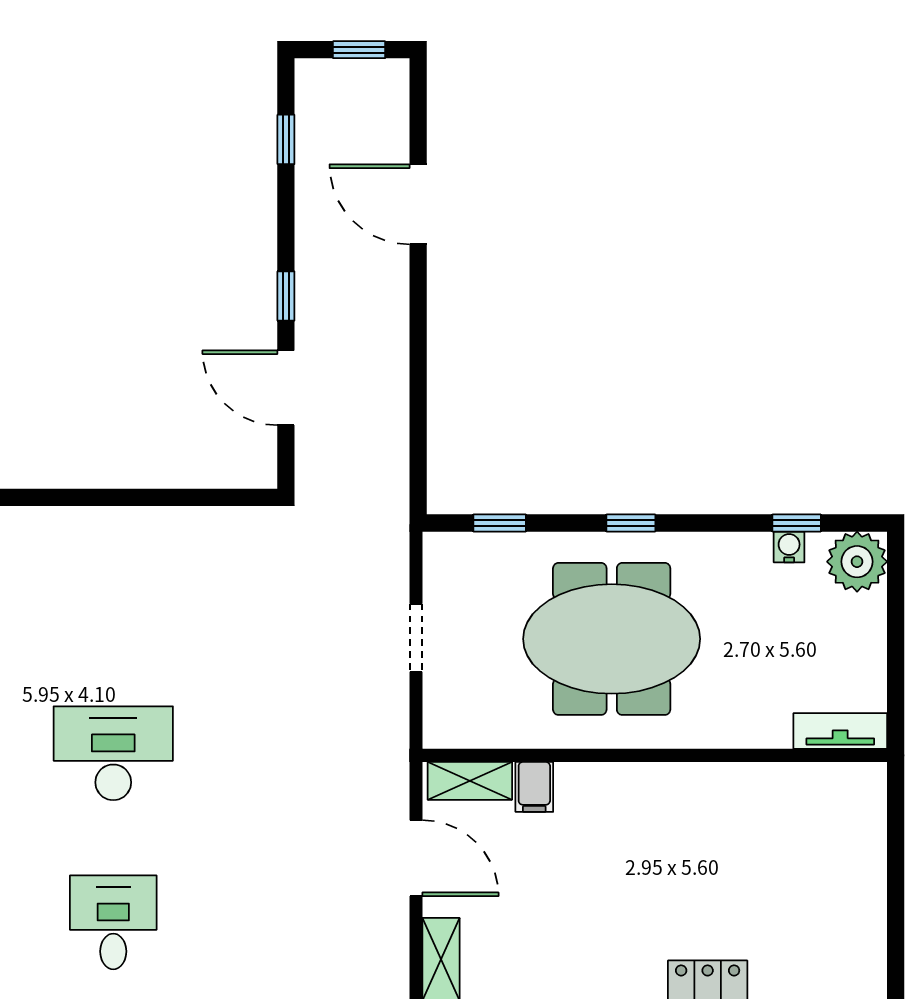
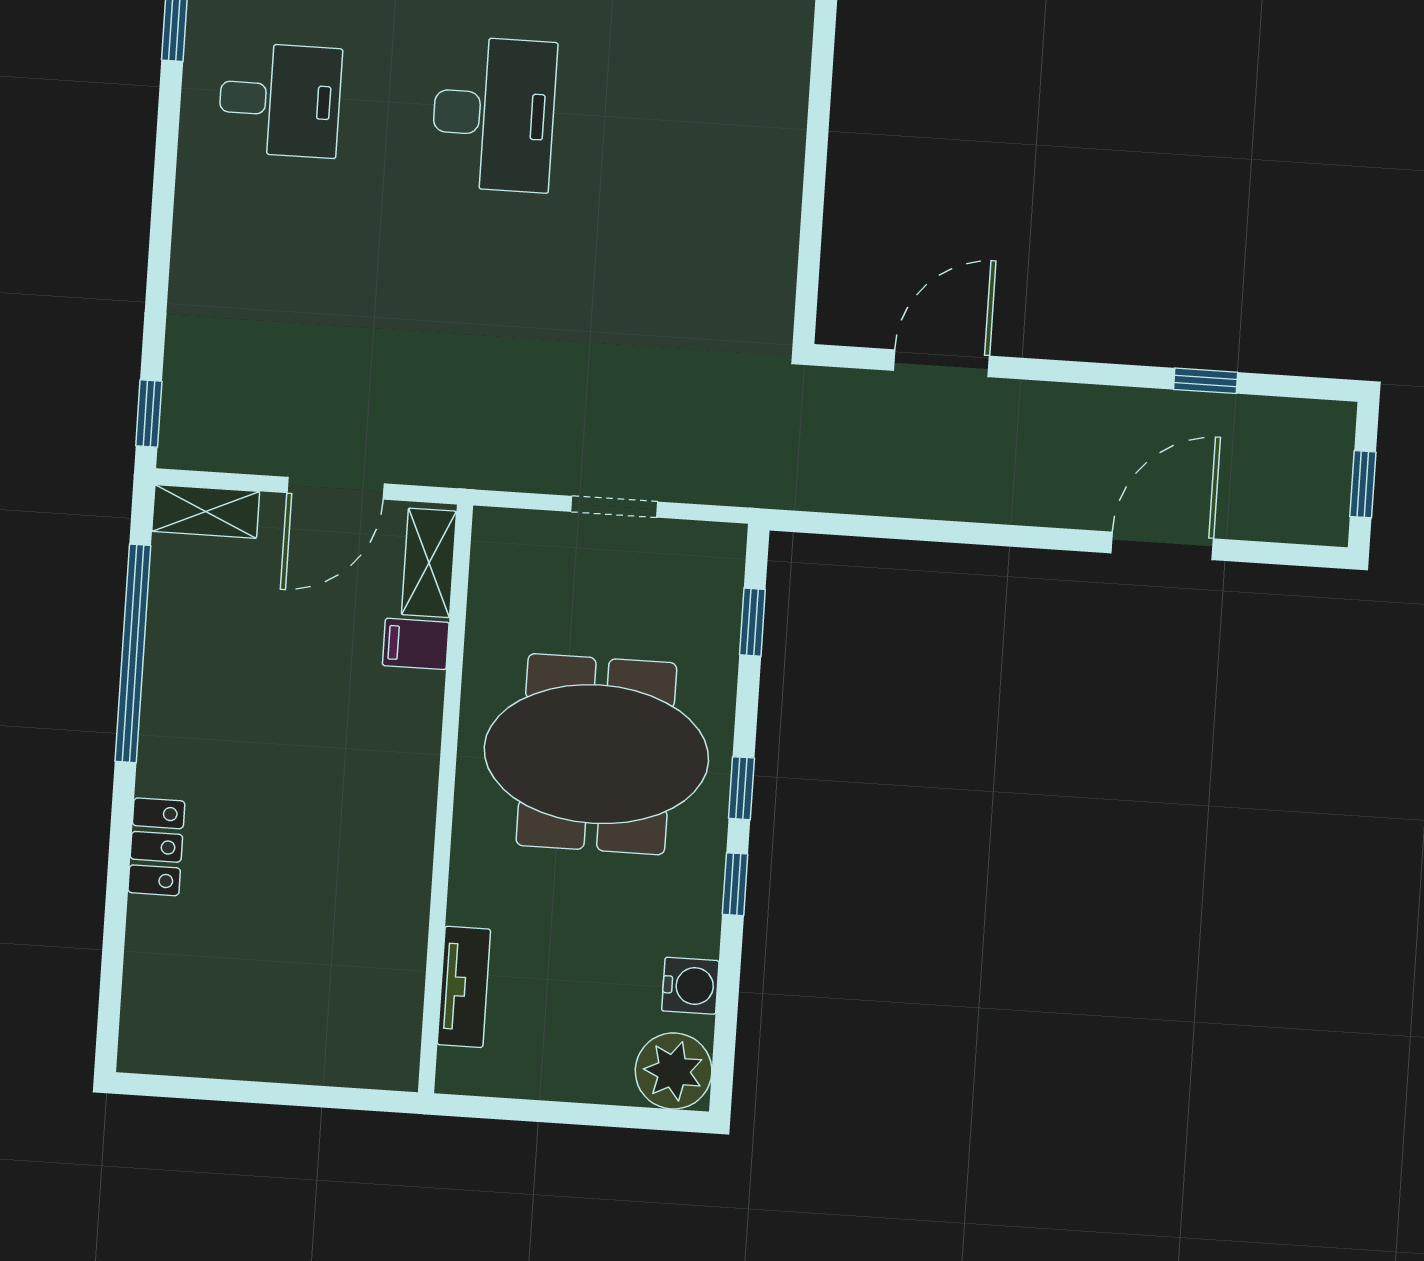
window: (286, 139) -> (1206, 381), moved
window: (286, 296) -> (1057, 371), removed
window: (797, 523) -> (735, 884), moved
water cooler: (789, 547) -> (690, 986), width x1.38, depth x1.38
meeting table: (612, 639) -> (596, 754), turned 90
tv unit: (840, 731) -> (464, 987), moved

